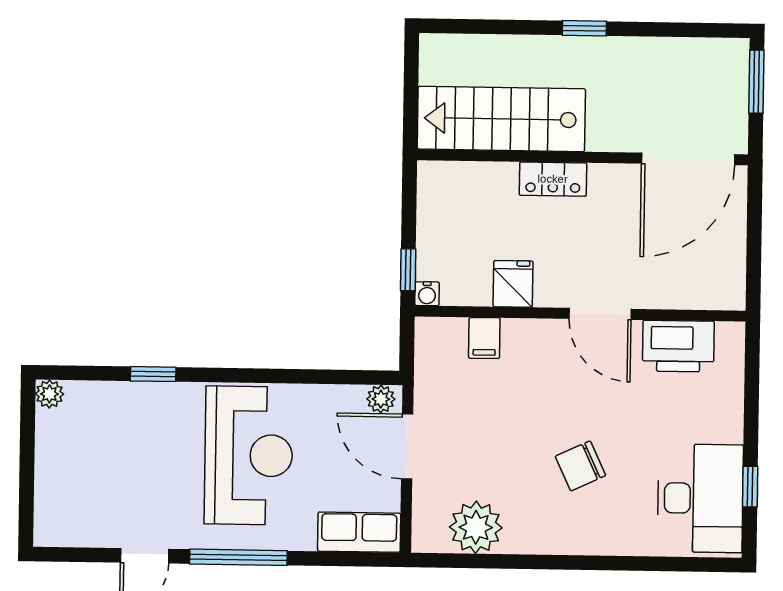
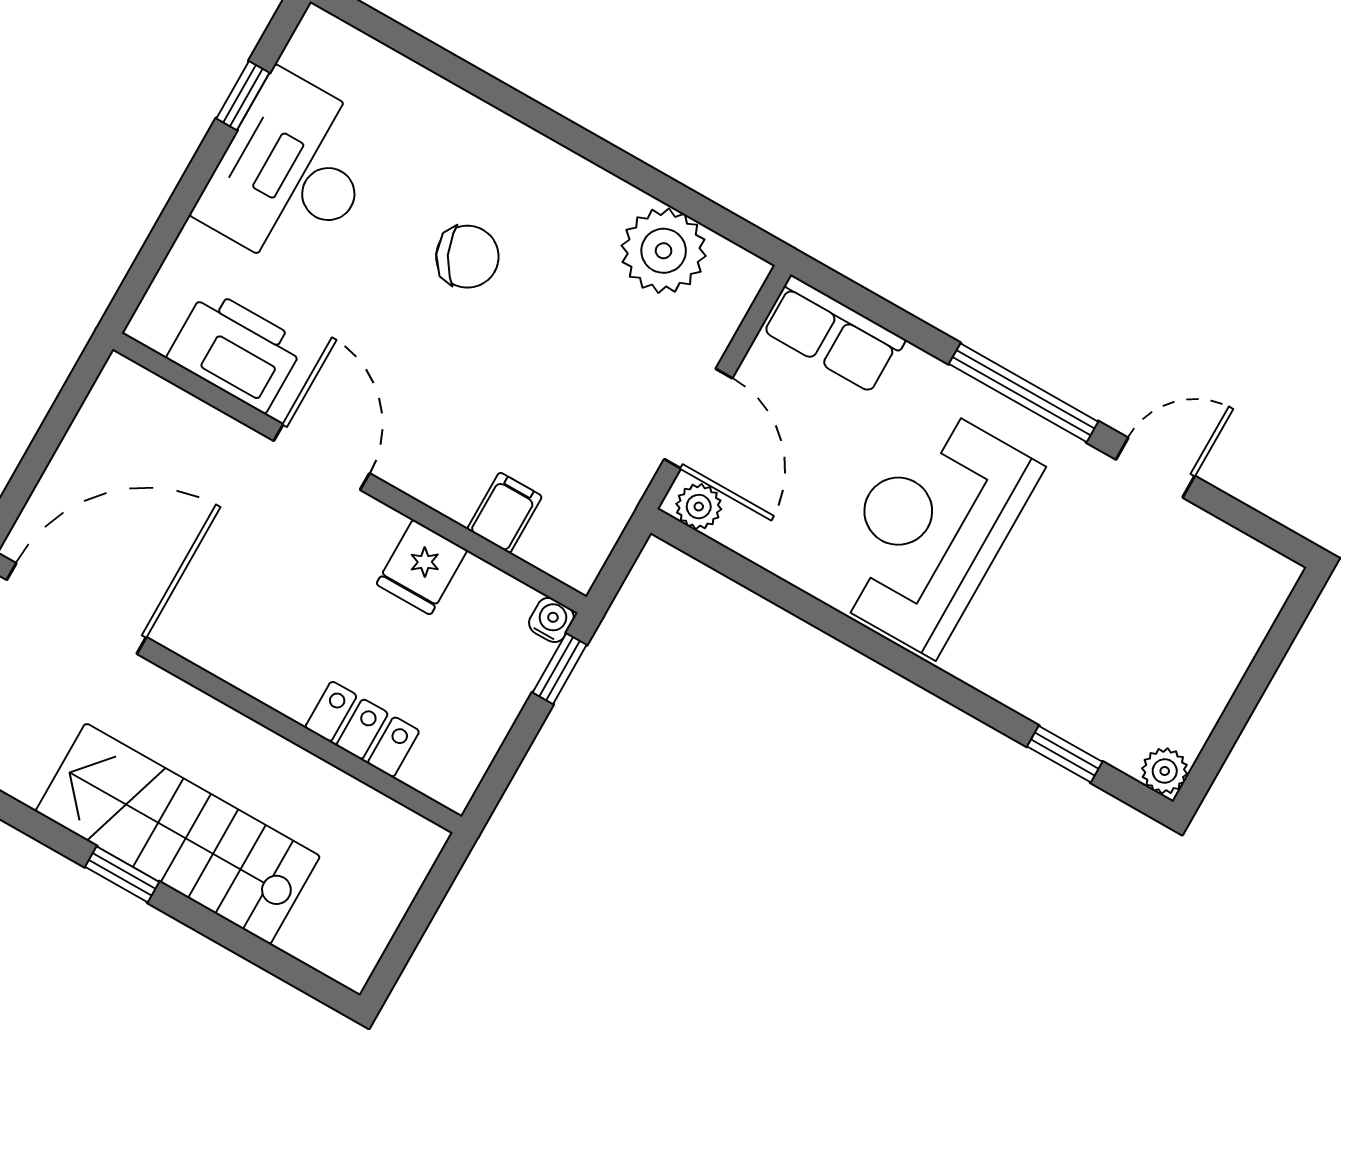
stairs: (501, 119) -> (178, 834), moved, turned 180
locker: (553, 179) -> (362, 729), moved
window: (153, 374) -> (1065, 754), moved
desk: (700, 498) -> (291, 173), moved

